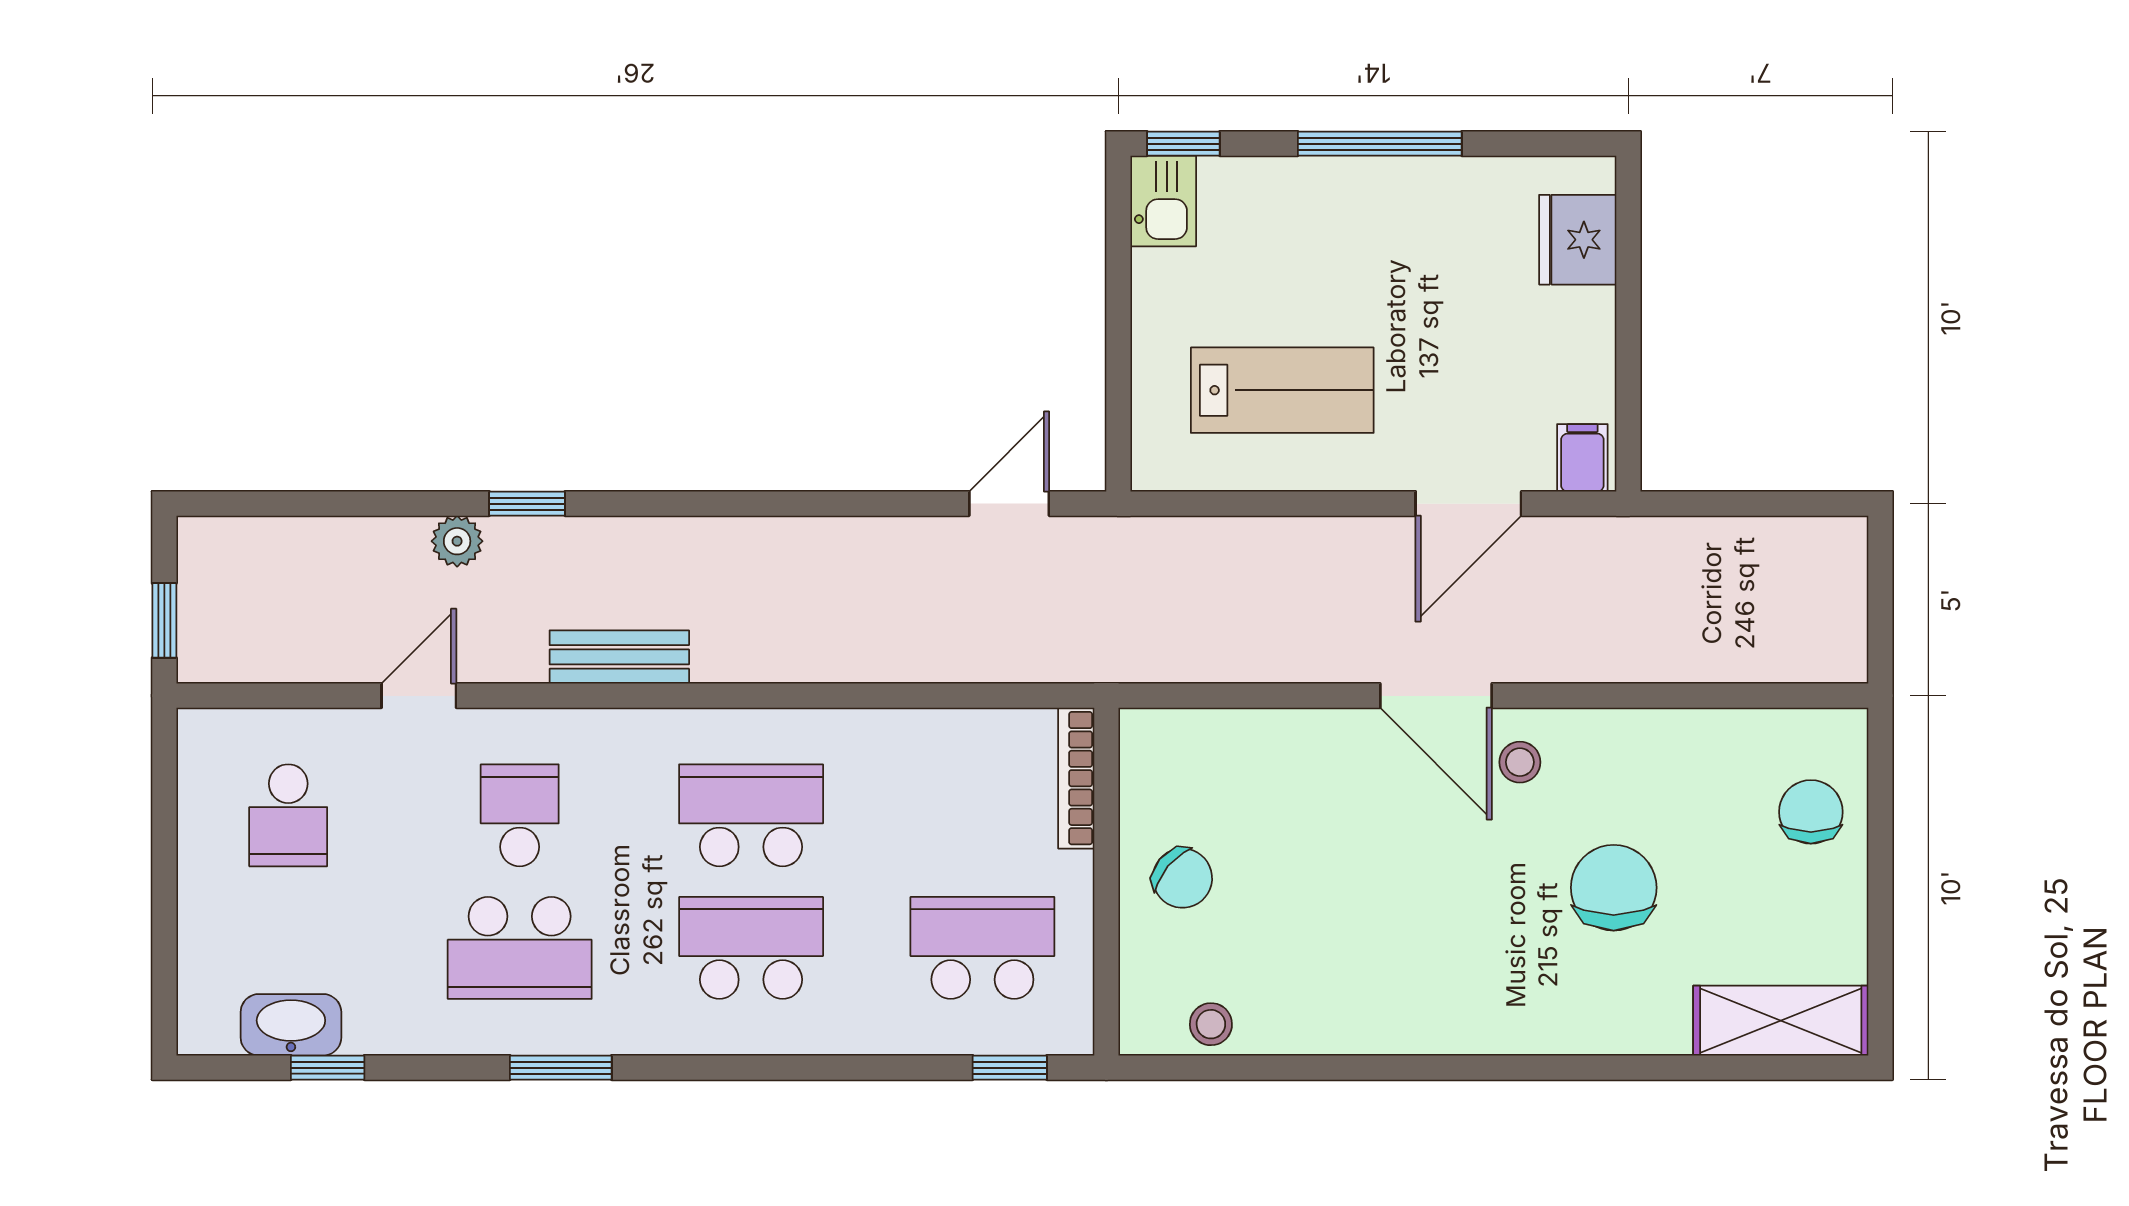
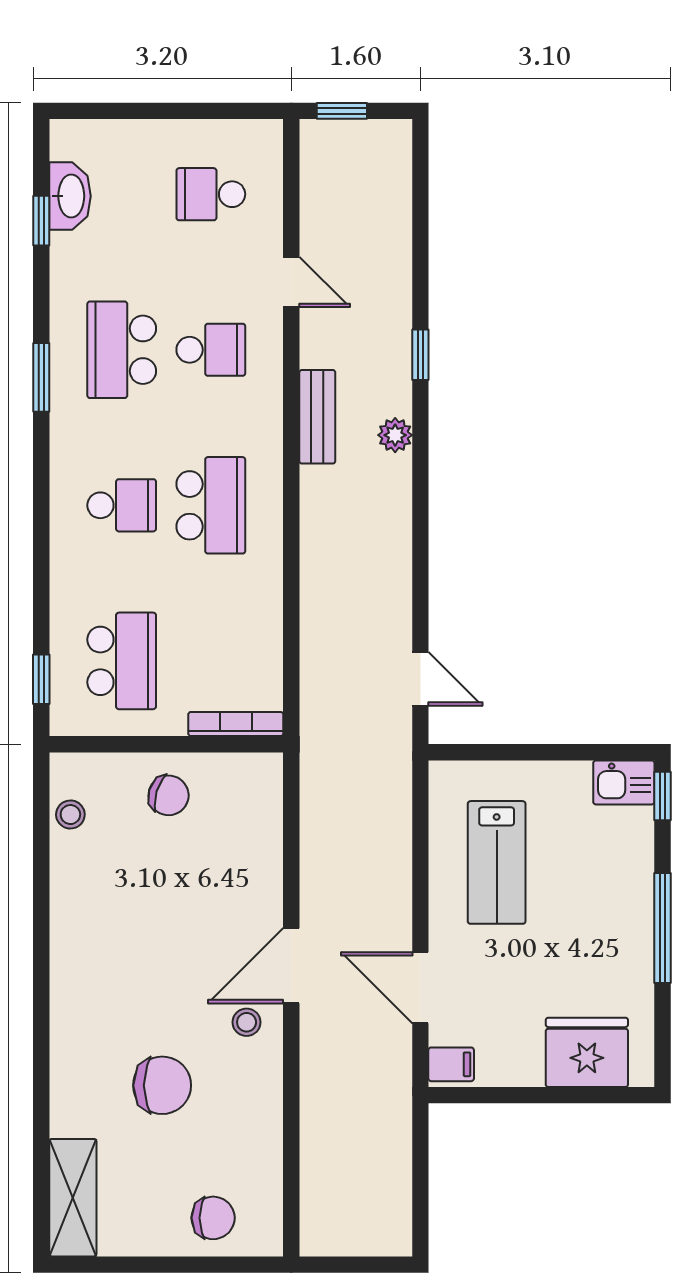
fridge: (1578, 240) -> (587, 1052), width x1.36, depth x1.34
plant: (457, 541) -> (395, 435), moved
chair: (1182, 878) -> (169, 795), turned -113
school desk: (751, 948) -> (122, 505), width x0.54

